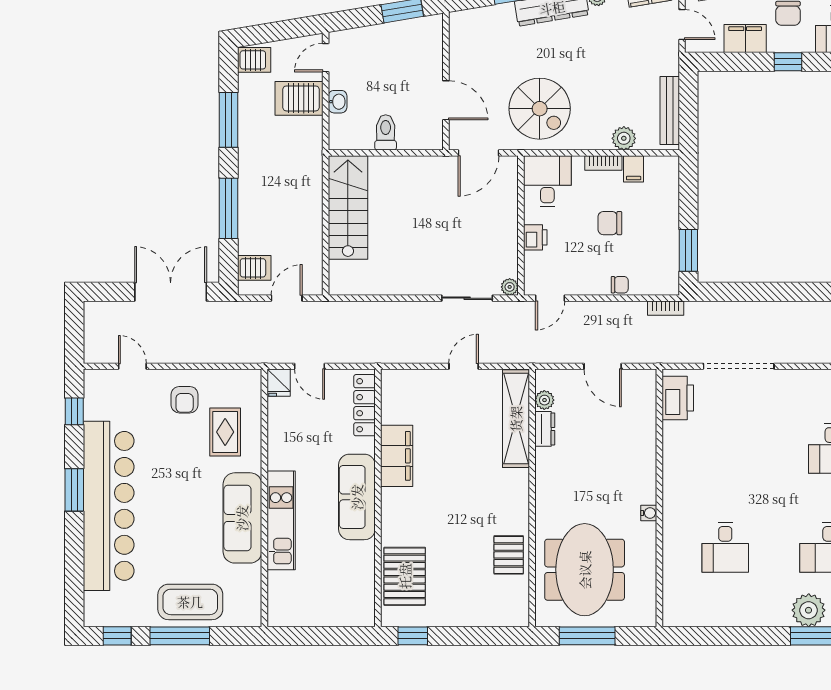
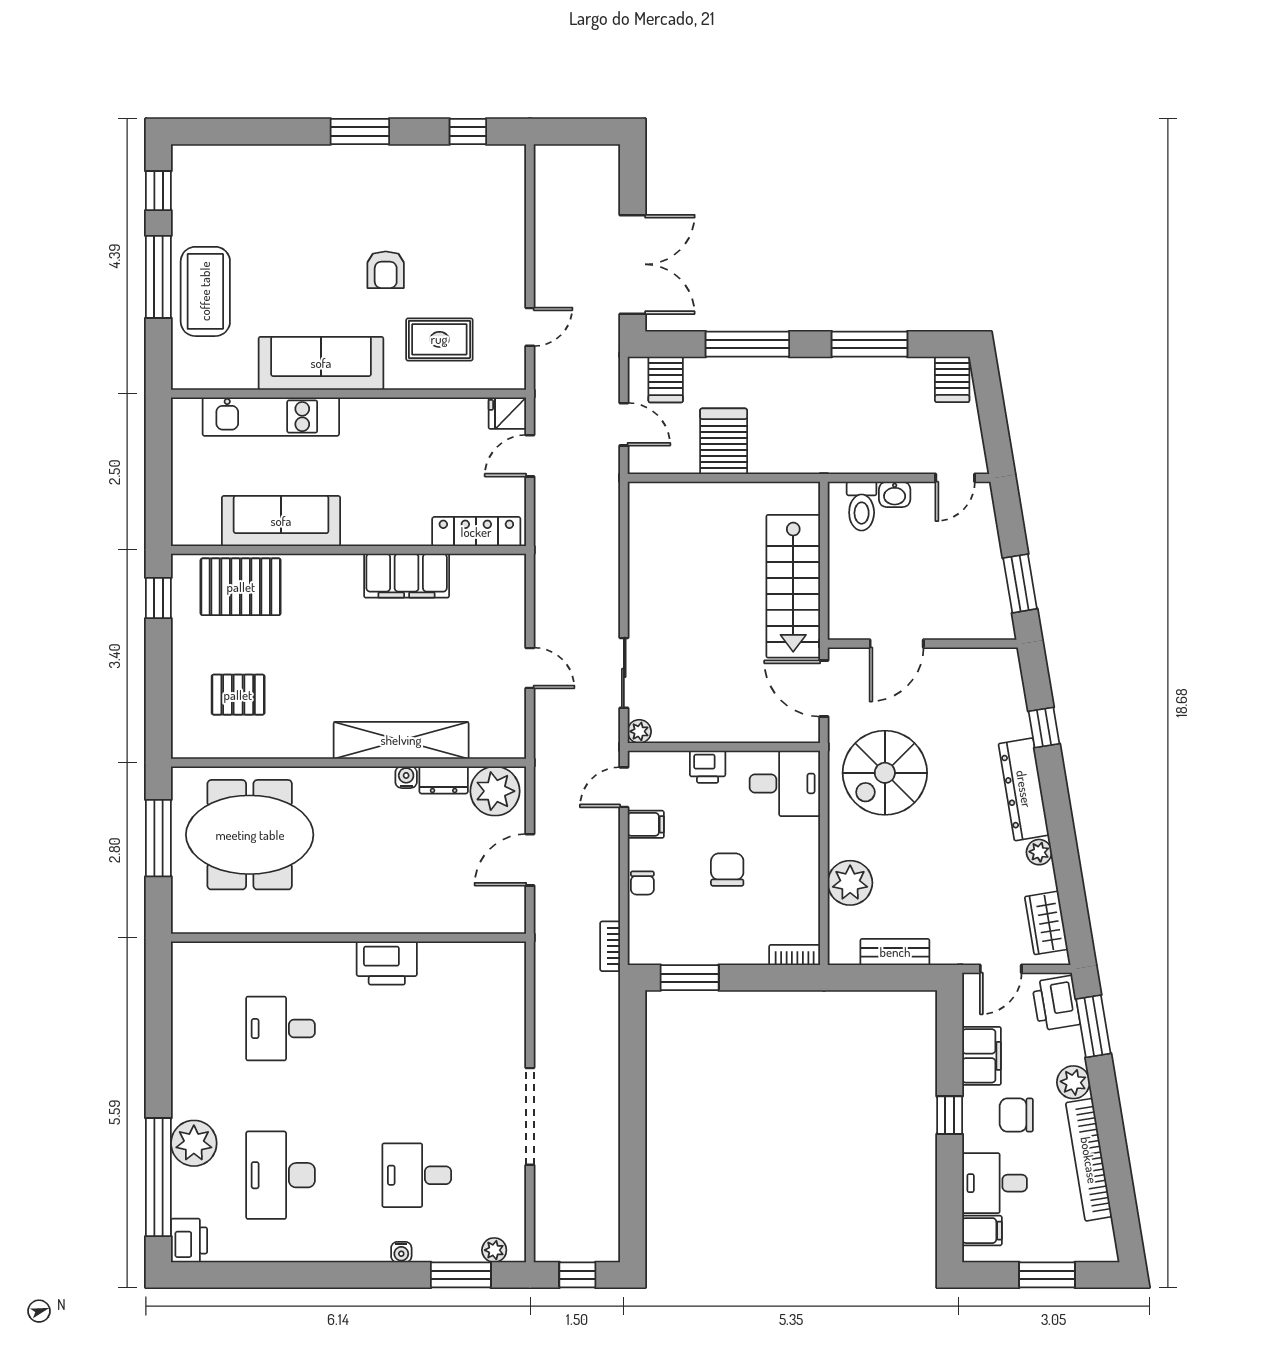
door: (326, 58) -> (955, 478), swing flipped
server rack: (299, 98) -> (724, 441), moved
bench: (670, 111) -> (895, 952), width x0.73
toilet: (386, 132) -> (862, 506), moved, turned 90
plant: (624, 138) -> (850, 883), width x1.36, depth x1.36
bookcase: (603, 163) -> (795, 955), moved, turned 90
filing cabinet: (634, 169) -> (646, 824), moved, turned 180
stairs: (348, 207) -> (793, 586), moved, turned 90
door: (550, 298) -> (624, 787), hinge flipped
door: (132, 366) -> (530, 327), moved
doorway: (739, 366) -> (530, 1116), moved
printer: (678, 398) -> (387, 963), moved
armchair: (185, 400) -> (386, 270), moved, turned -90
plant: (544, 400) -> (495, 791), width x1.87, depth x1.87
shelving: (516, 419) -> (401, 740), moved
sofa: (357, 497) -> (281, 521), moved
bar counter: (109, 506) -> (338, 179), removed
water cooler: (649, 513) -> (406, 777), moved, turned 180
kitchen unit: (281, 520) -> (271, 417), moved
pallet: (509, 555) -> (238, 695), moved

